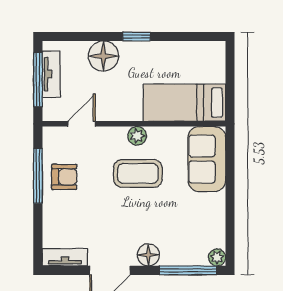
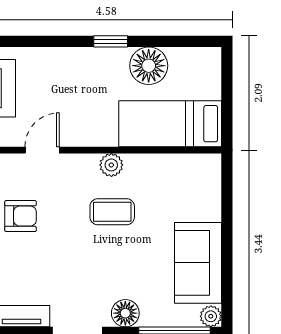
floor lamp: (103, 56) -> (149, 66), moved
sofa: (207, 159) -> (198, 263), moved
coffee table: (138, 173) -> (112, 212), width x0.73, depth x0.77

